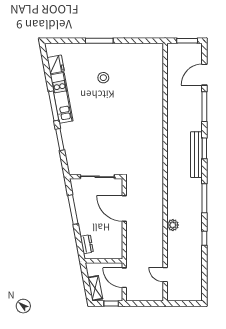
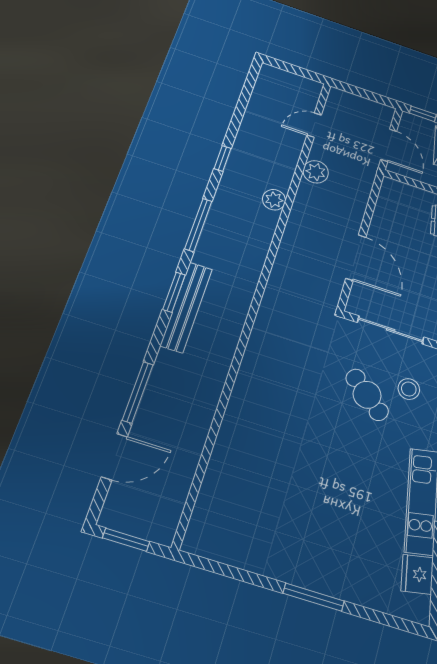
stool: (103, 78) -> (409, 389), moved
cafe table: (100, 140) -> (367, 395), added
window: (204, 148) -> (174, 292), moved
plant: (157, 248) -> (316, 172), added
door: (165, 275) -> (314, 125), swing flipped

